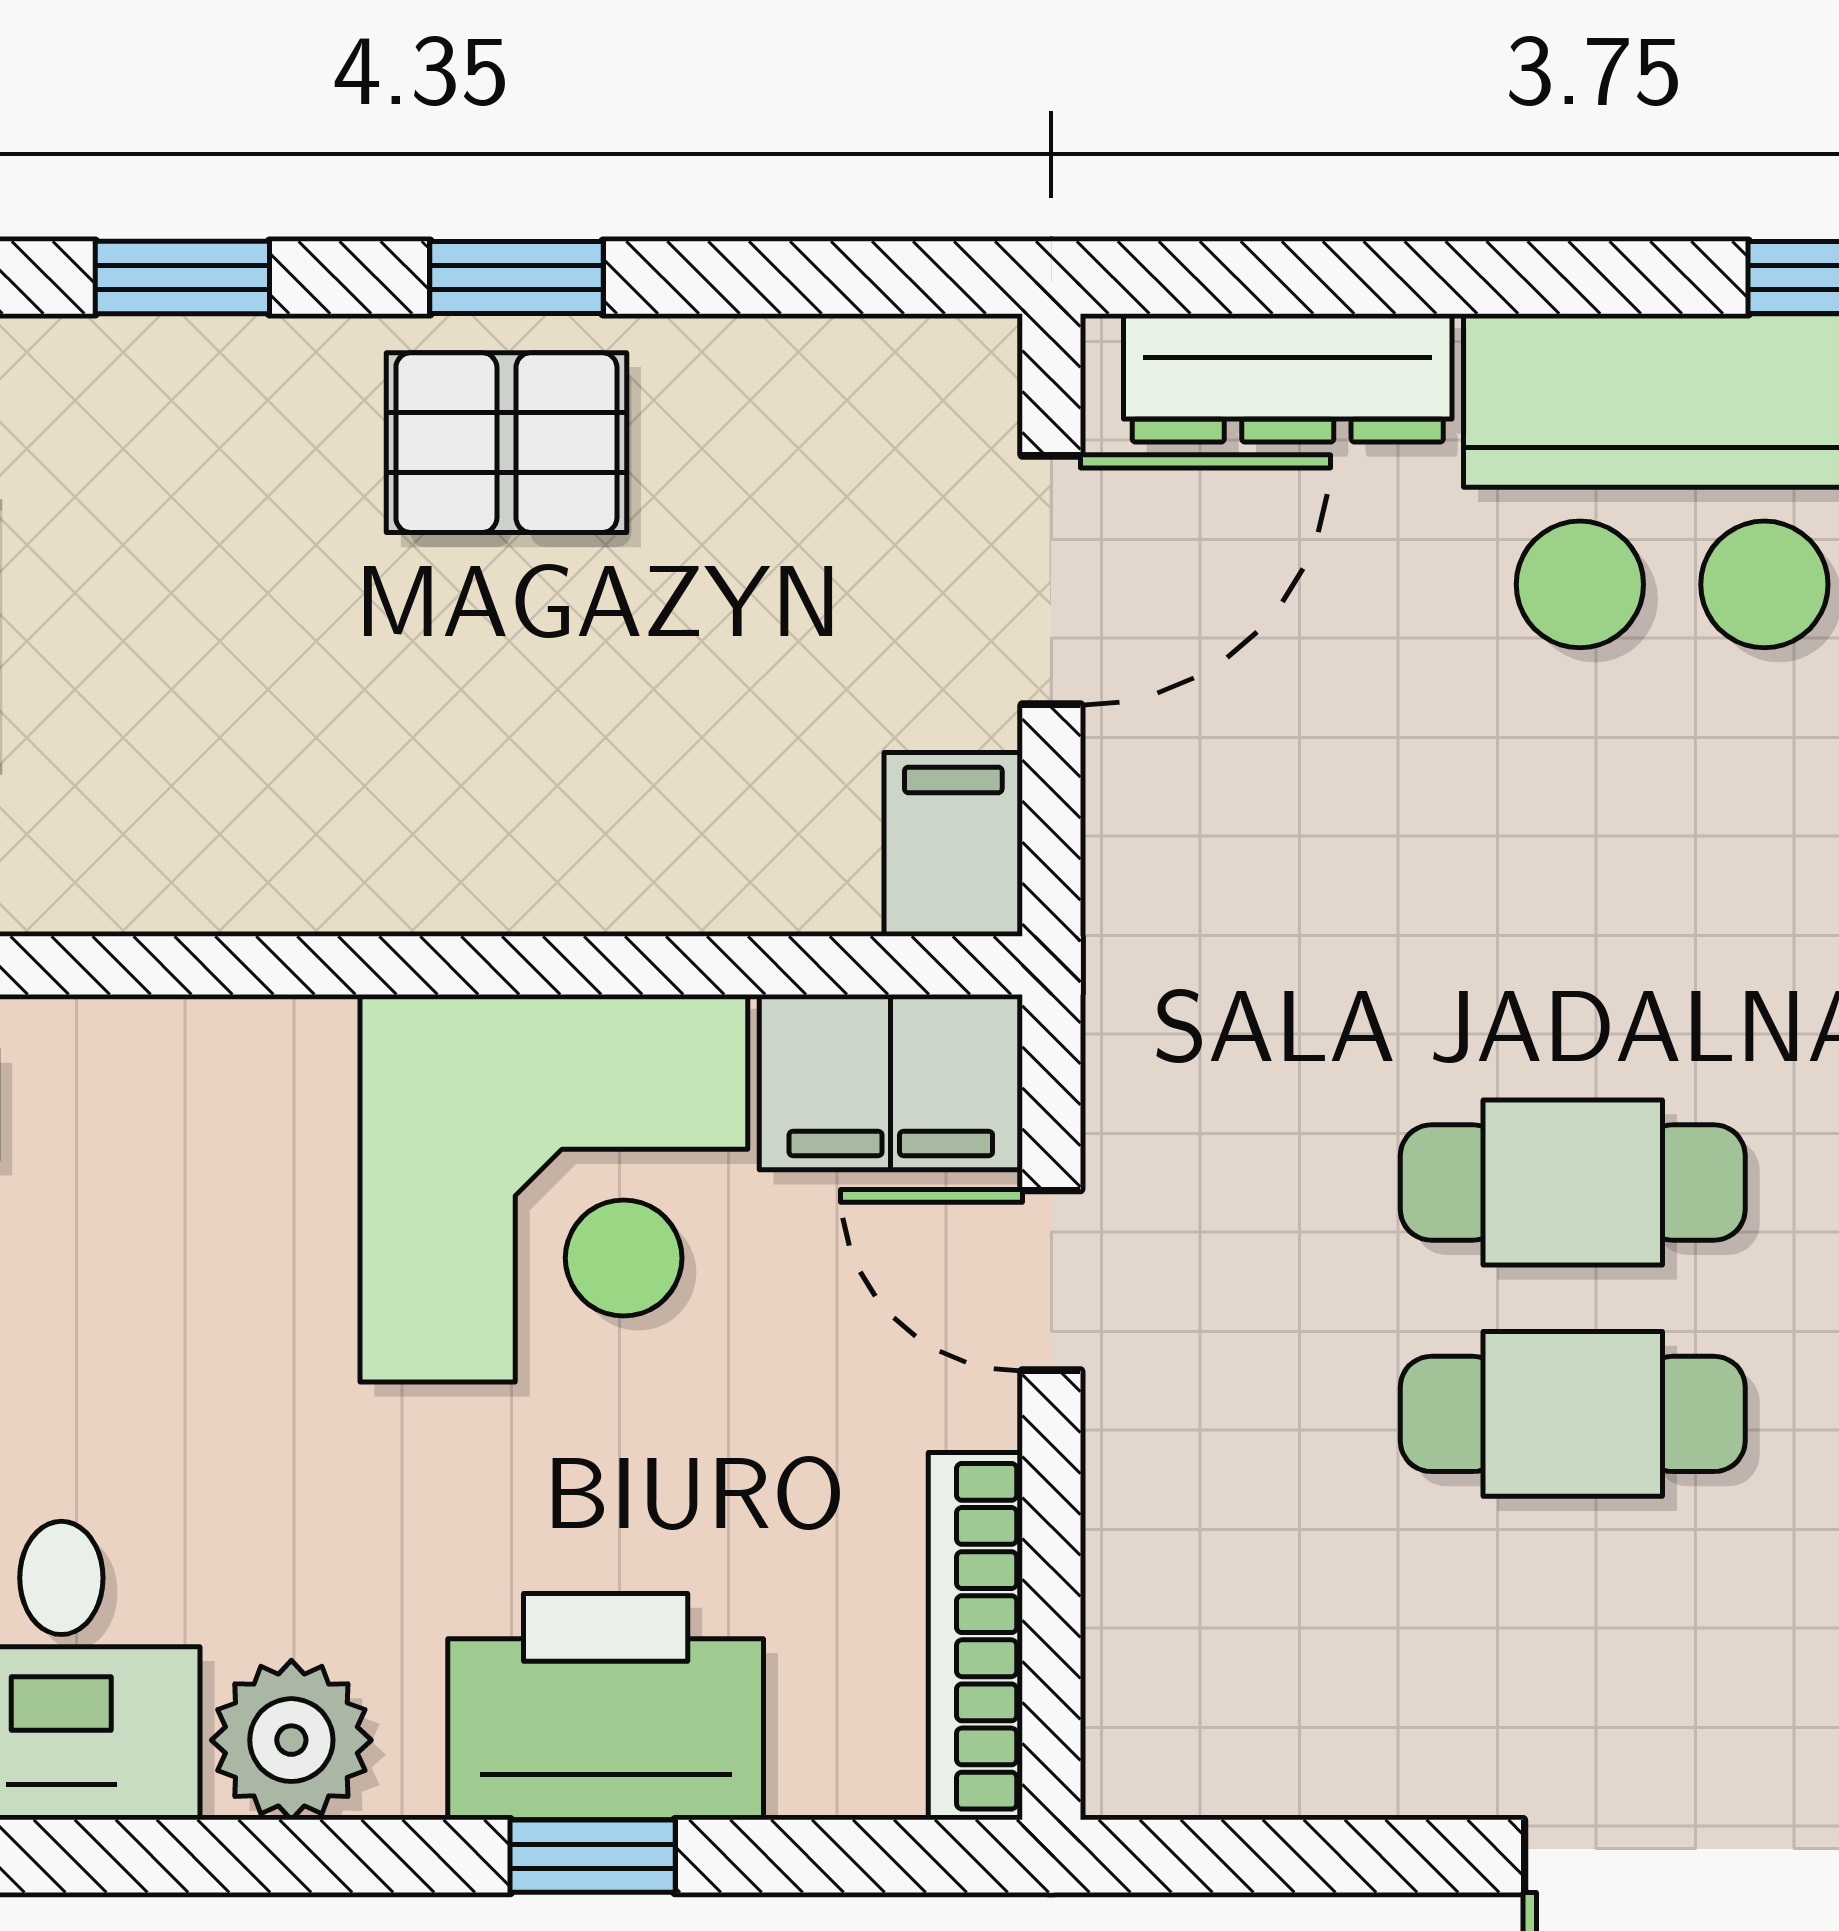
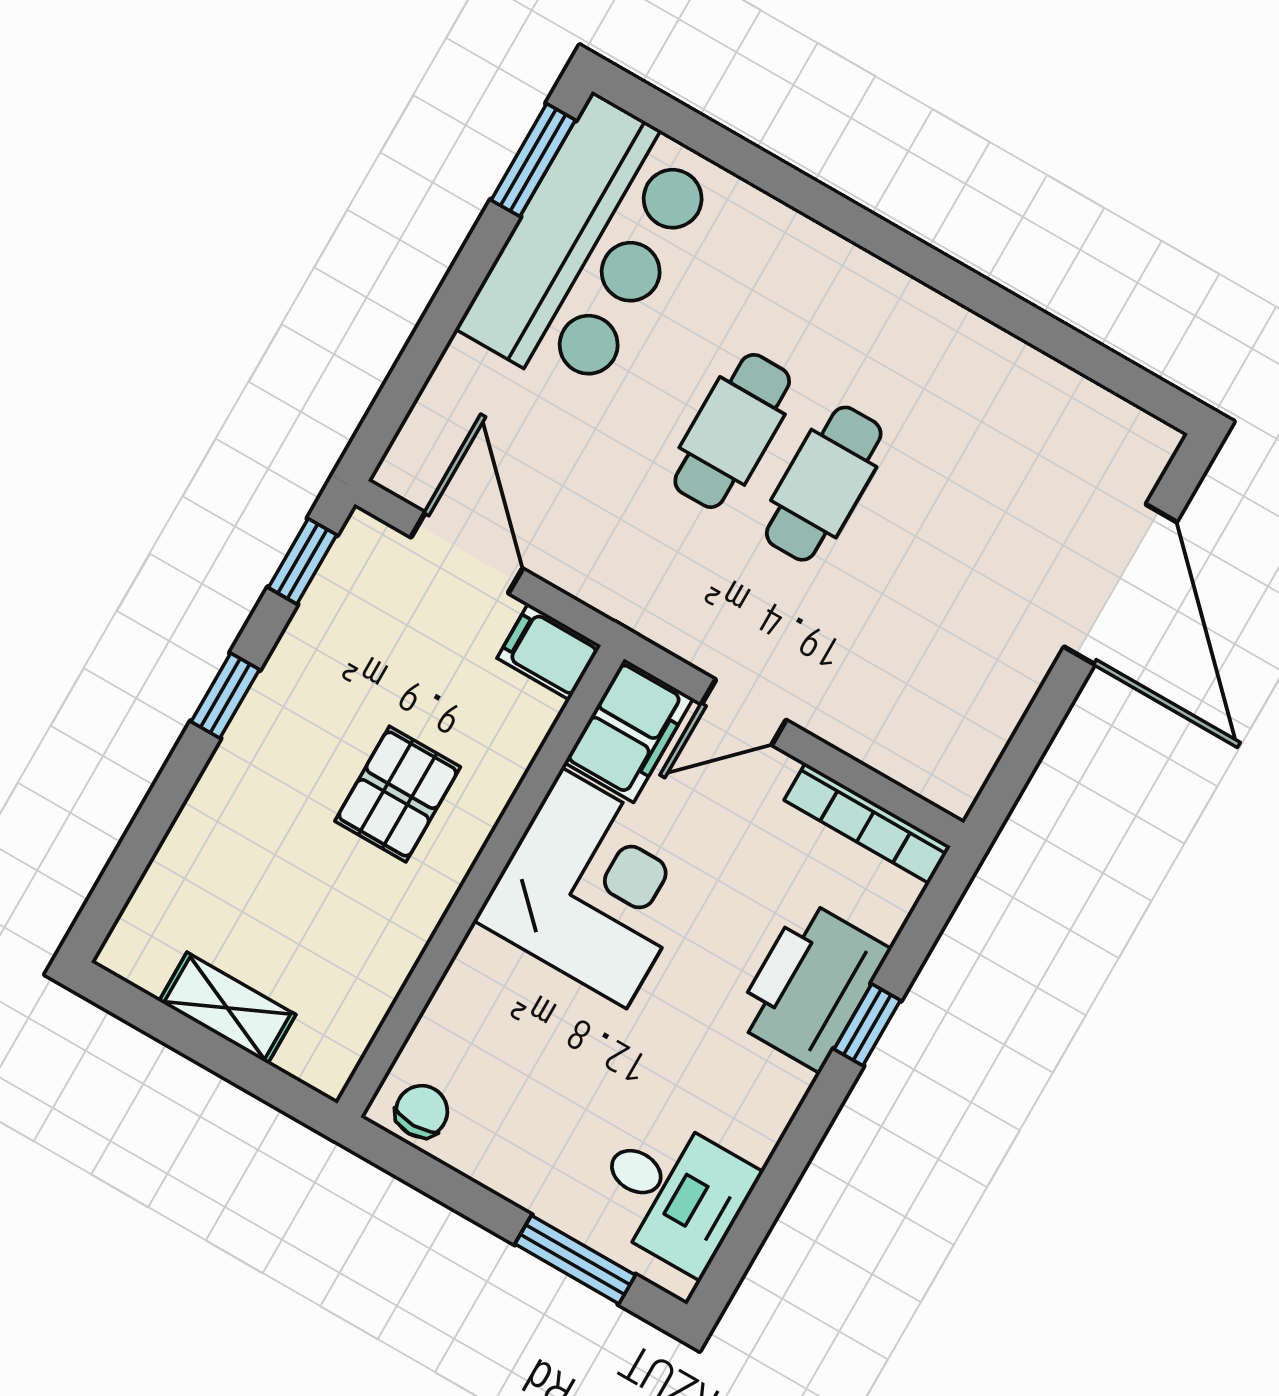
window: (182, 277) -> (303, 561), moved
dresser: (1288, 378) -> (440, 413), removed
pallet: (506, 443) -> (398, 794), moved
cafe table: (1573, 1414) -> (732, 431), moved
plant: (291, 1740) -> (753, 1117), removed

